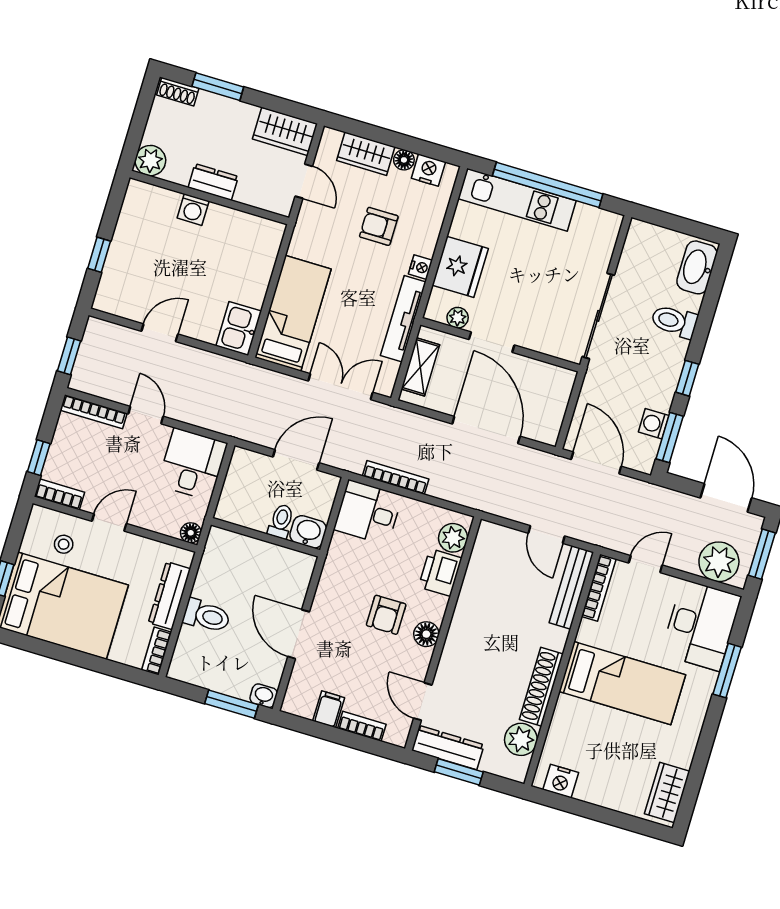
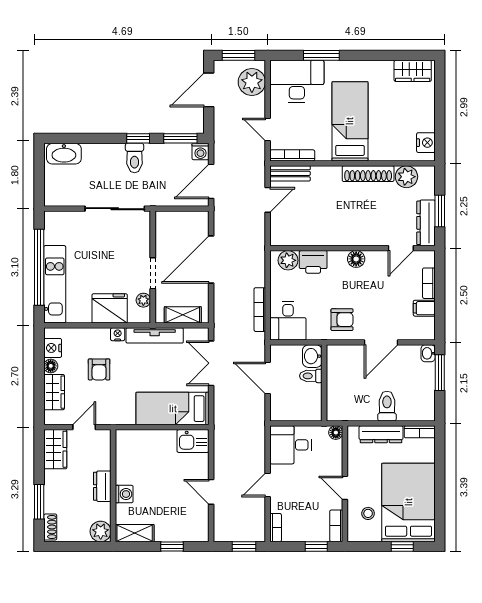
shelving: (134, 208) -> (135, 533), added
toilet: (674, 321) -> (135, 158), moved
bookcase: (94, 412) -> (276, 528), width x0.64
washing machine: (654, 424) -> (200, 151), moved
bench: (571, 587) -> (290, 173), width x0.73
armchair: (386, 615) -> (342, 320), moved

